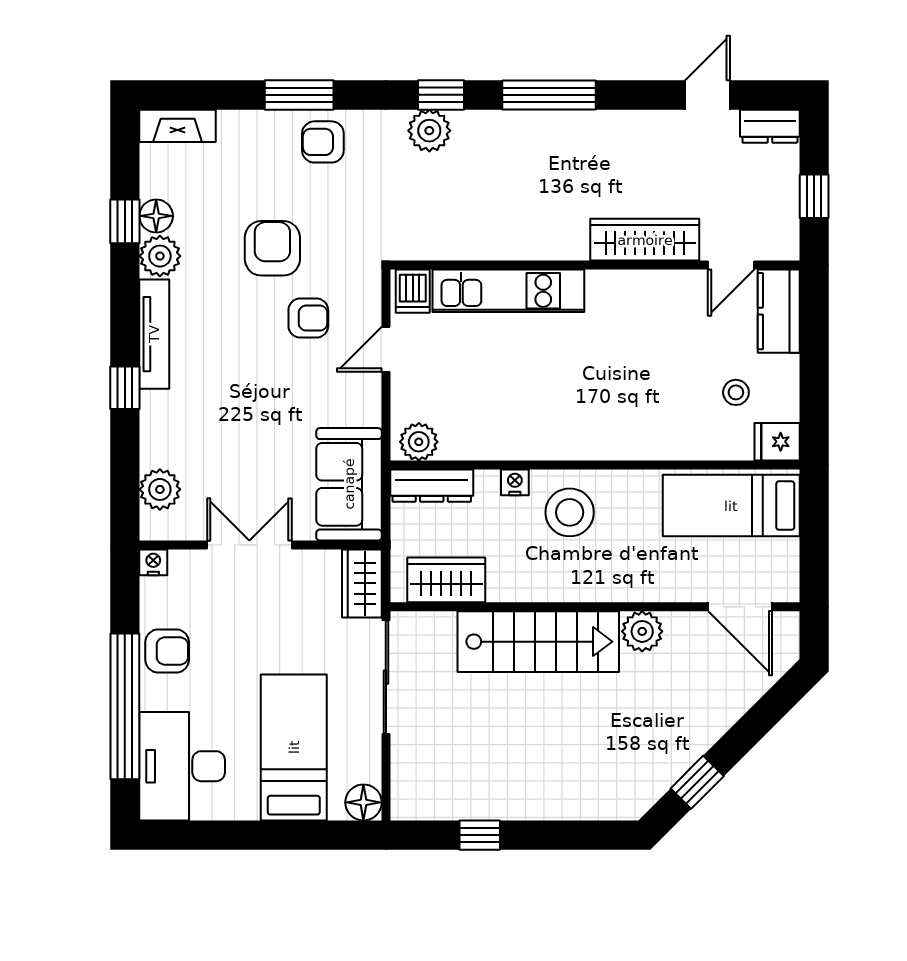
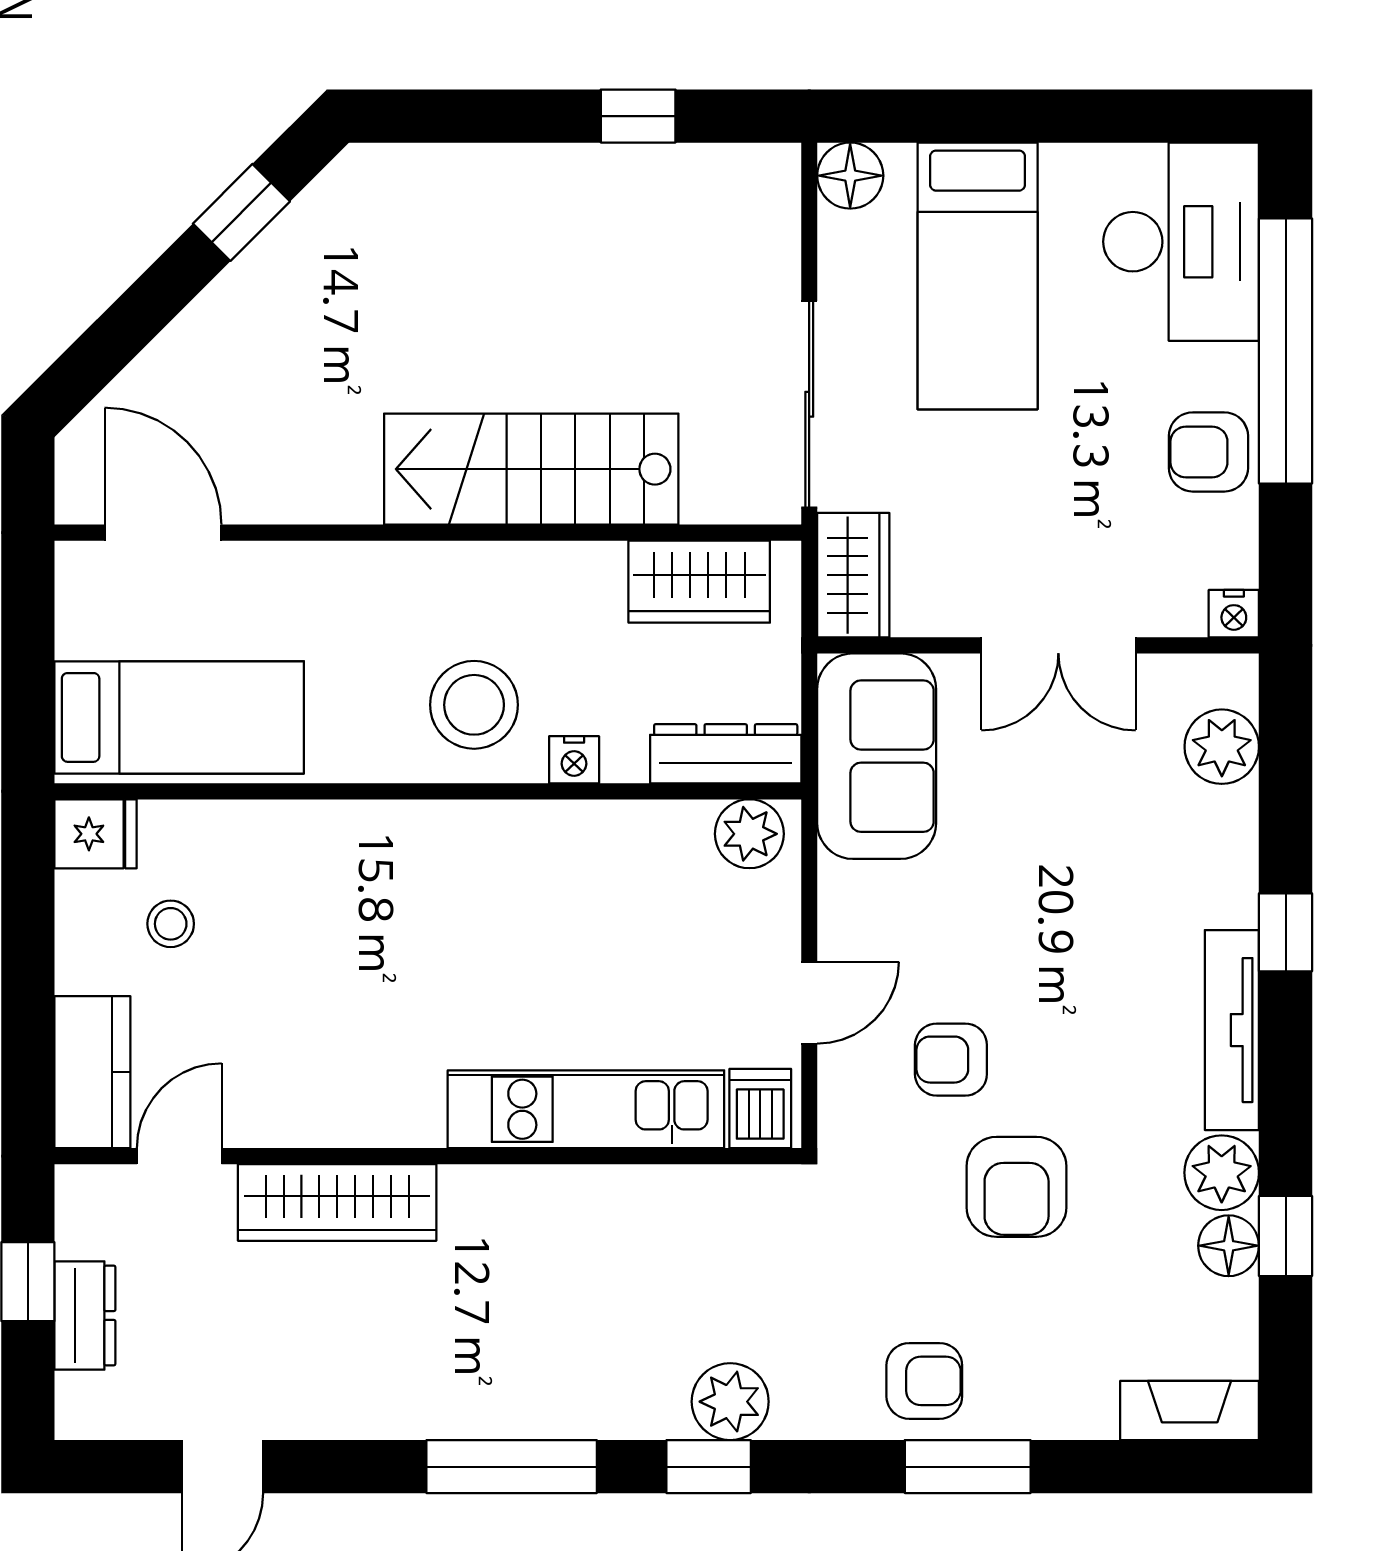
dresser: (770, 126) -> (85, 1316), moved, turned 90
plant: (642, 631) -> (342, 488), removed

